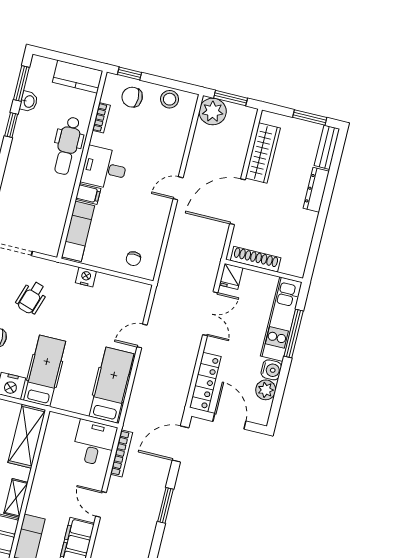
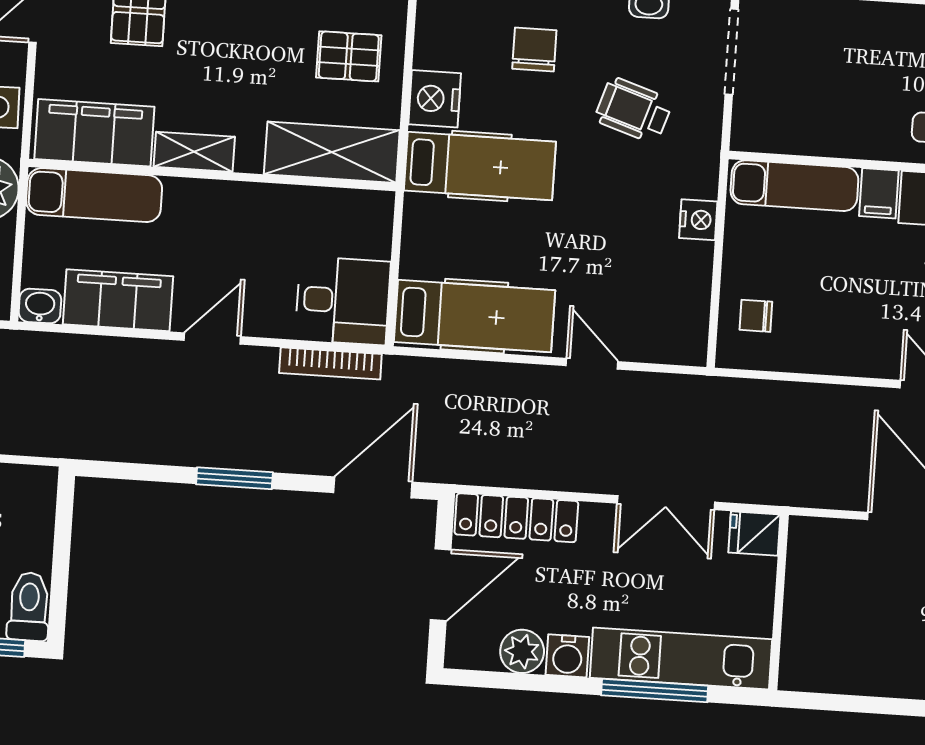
shoe rack: (256, 259) -> (801, 580), removed
door: (180, 444) -> (373, 487), hinge flipped

